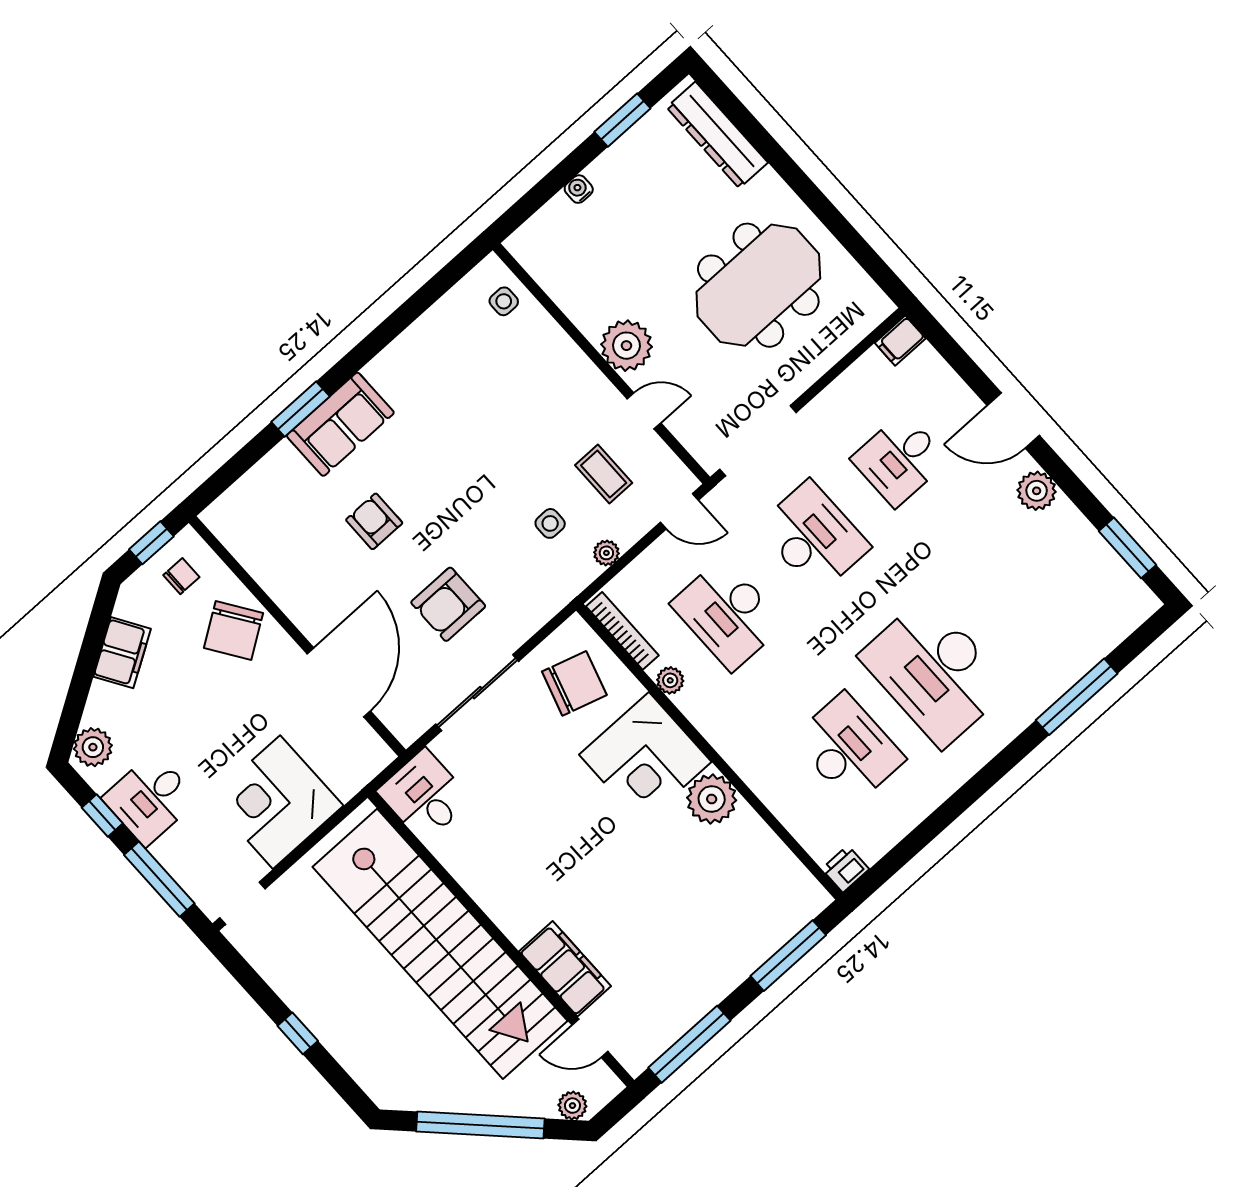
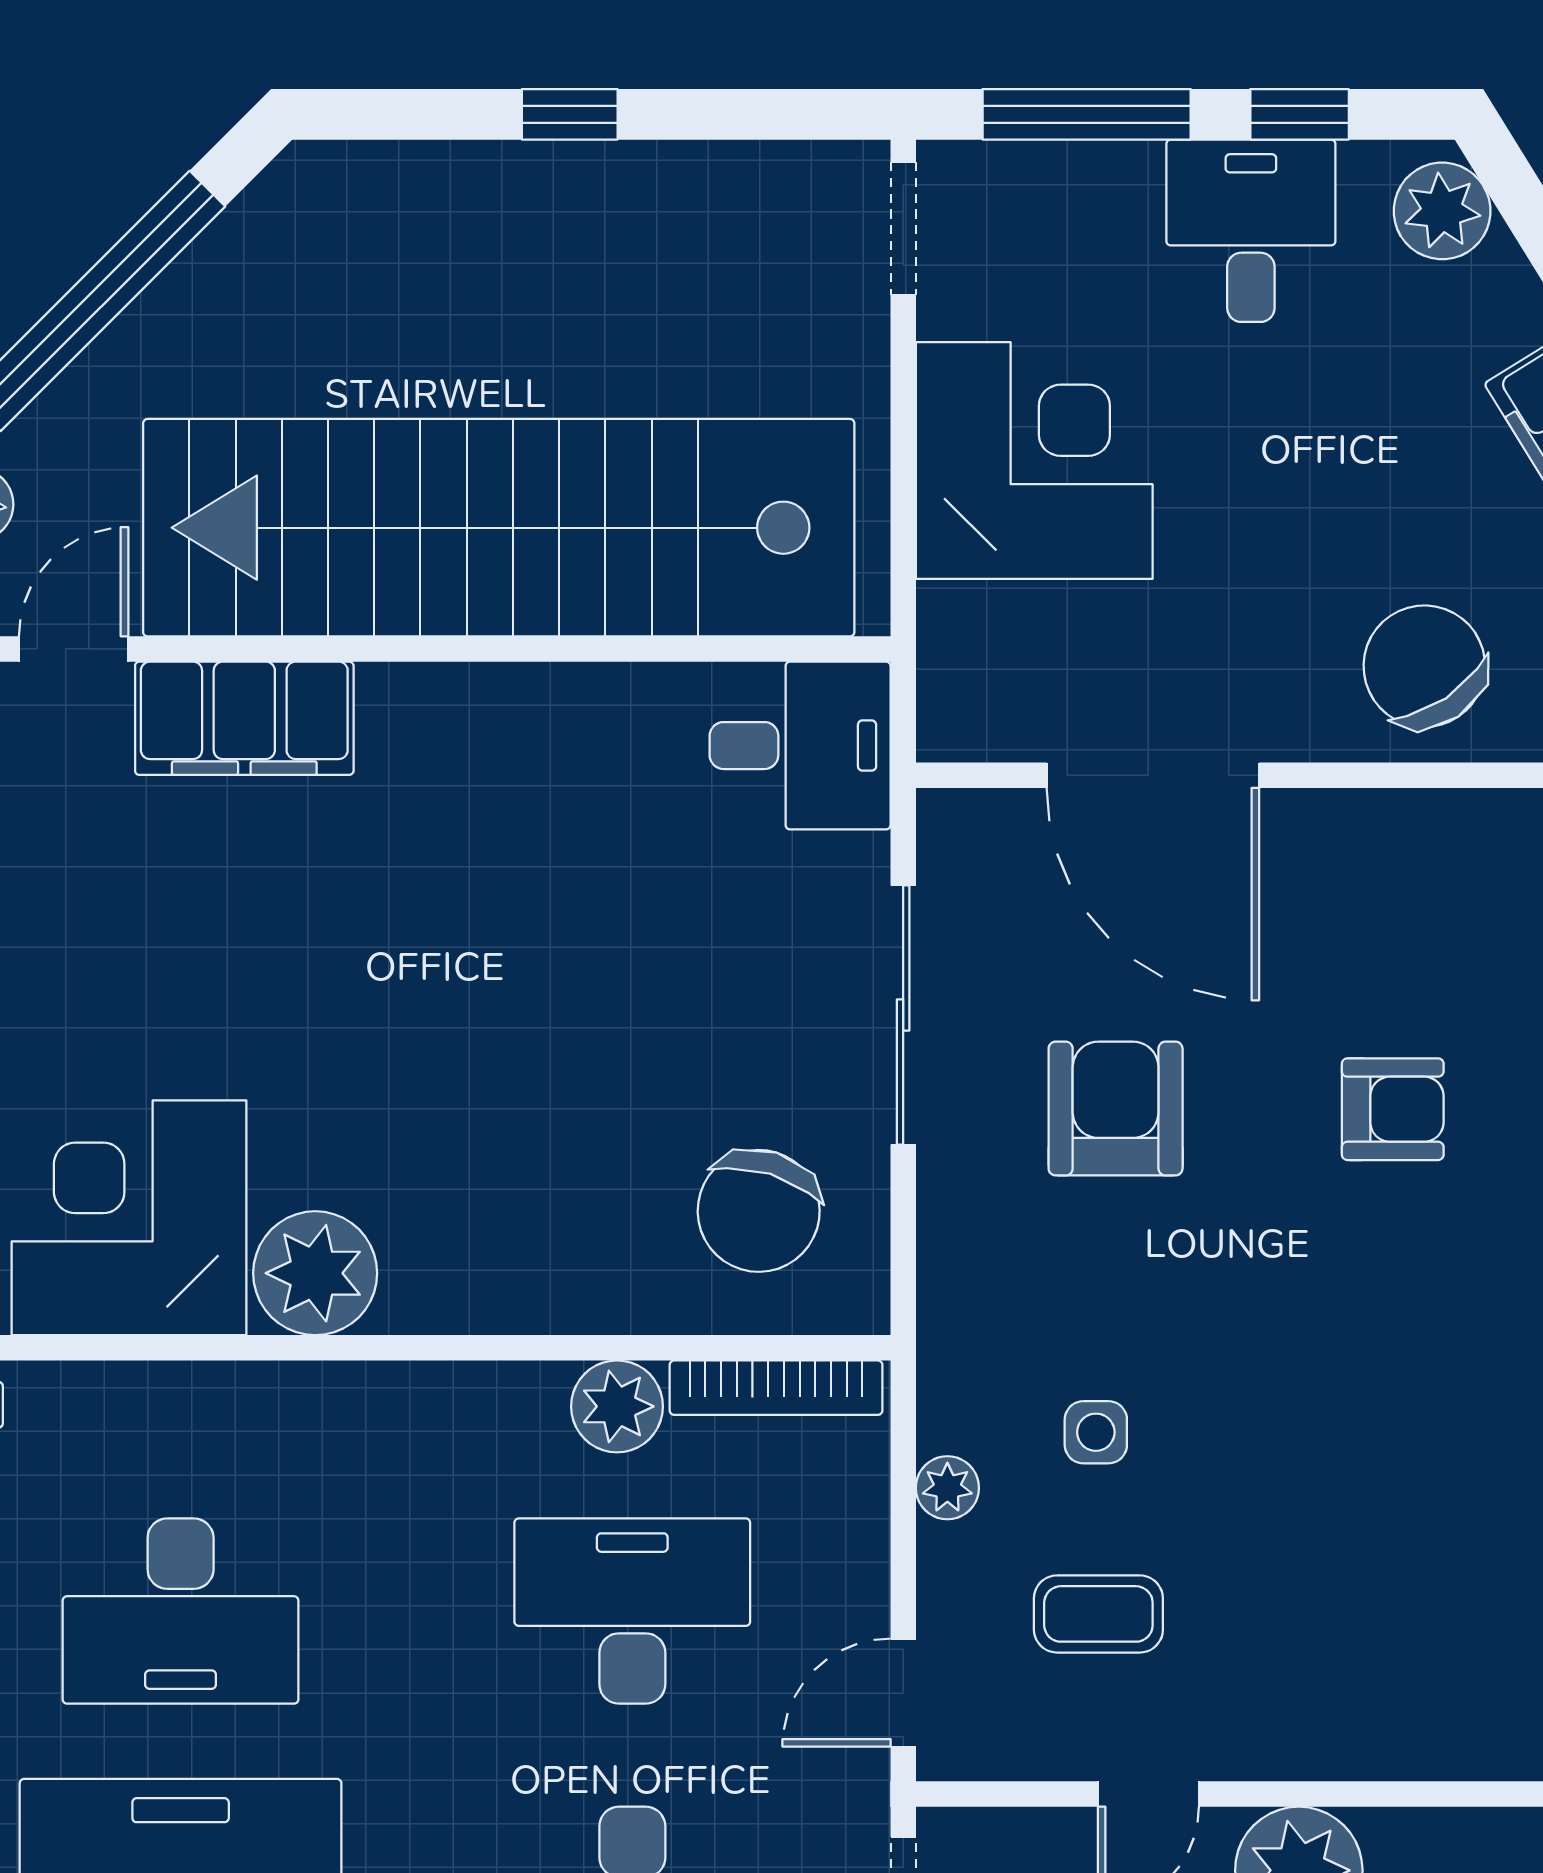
plant: (670, 680) -> (617, 1406), width x1.38, depth x1.38
corner desk: (645, 758) -> (129, 1218), moved

